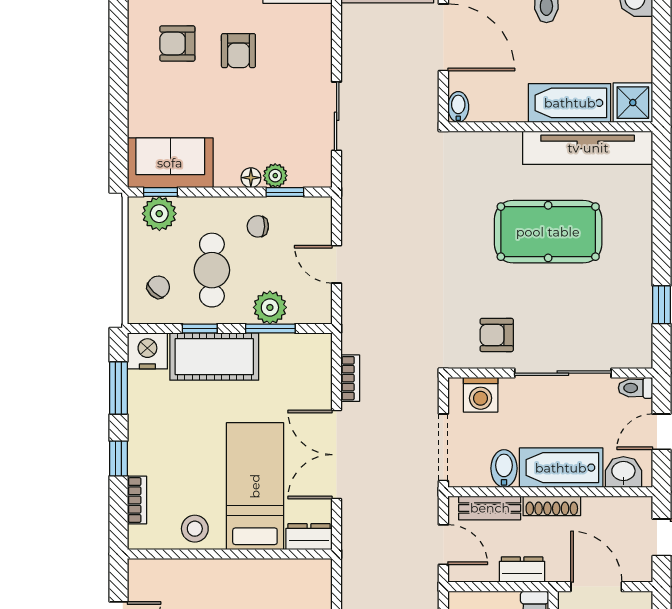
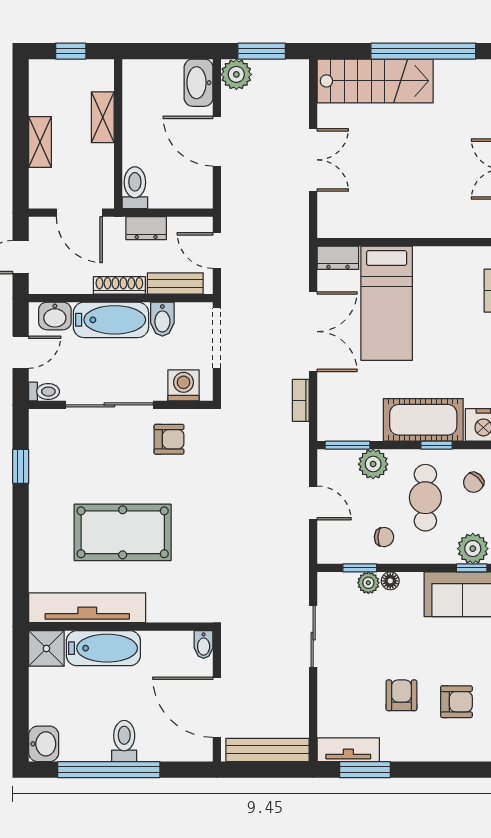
window: (270, 329) -> (348, 445), moved
stool: (195, 529) -> (441, 265), removed

